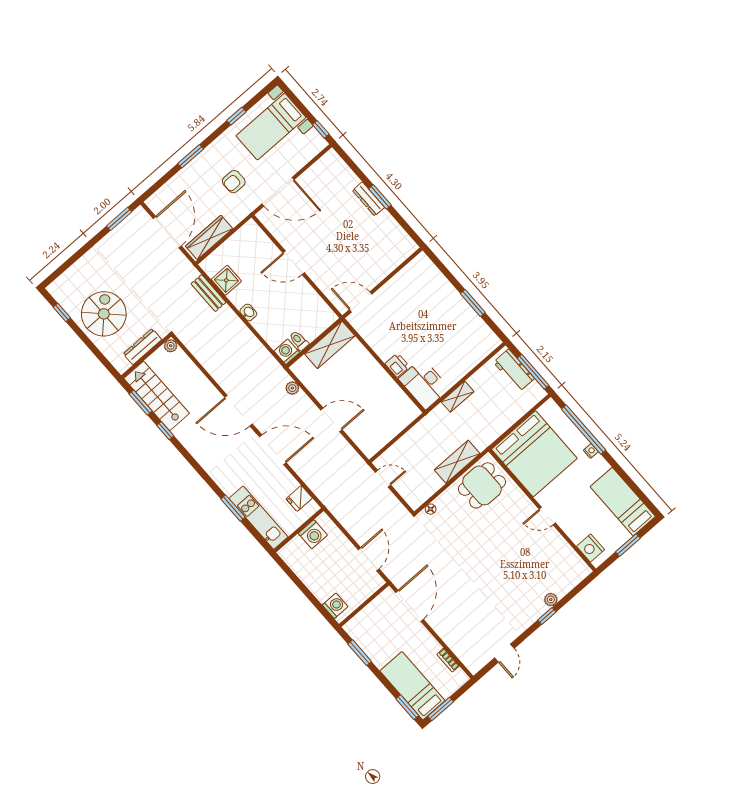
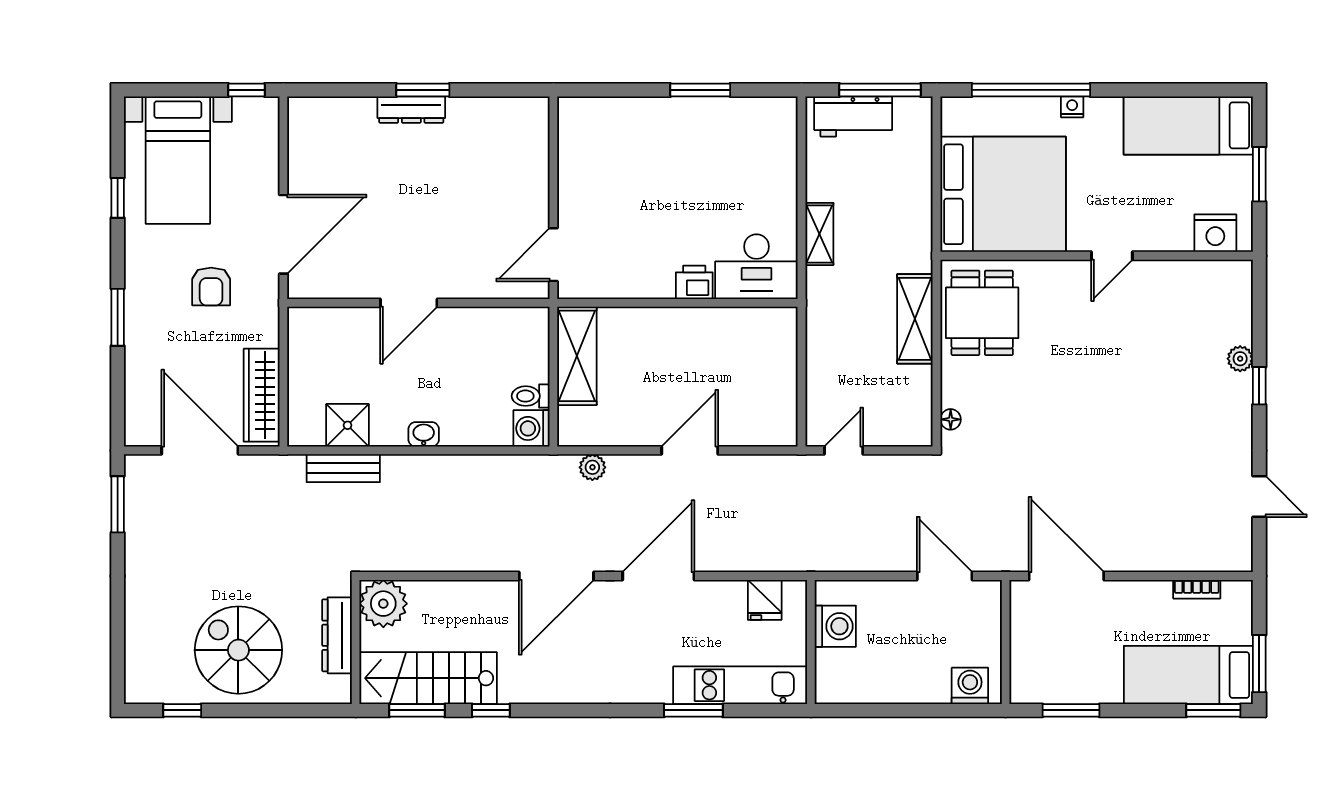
plant: (171, 346) -> (383, 604), width x1.88, depth x1.88

